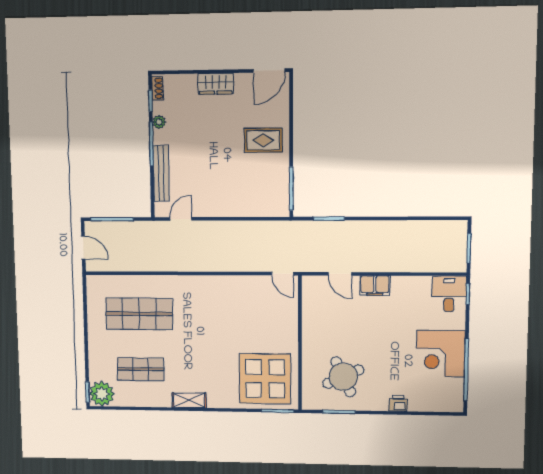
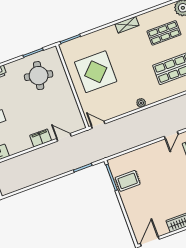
rug: (263, 140) -> (128, 181), moved
plant: (208, 282) -> (141, 103), added
round table: (343, 377) -> (39, 76), turned 37
display table: (265, 379) -> (96, 72), moved

